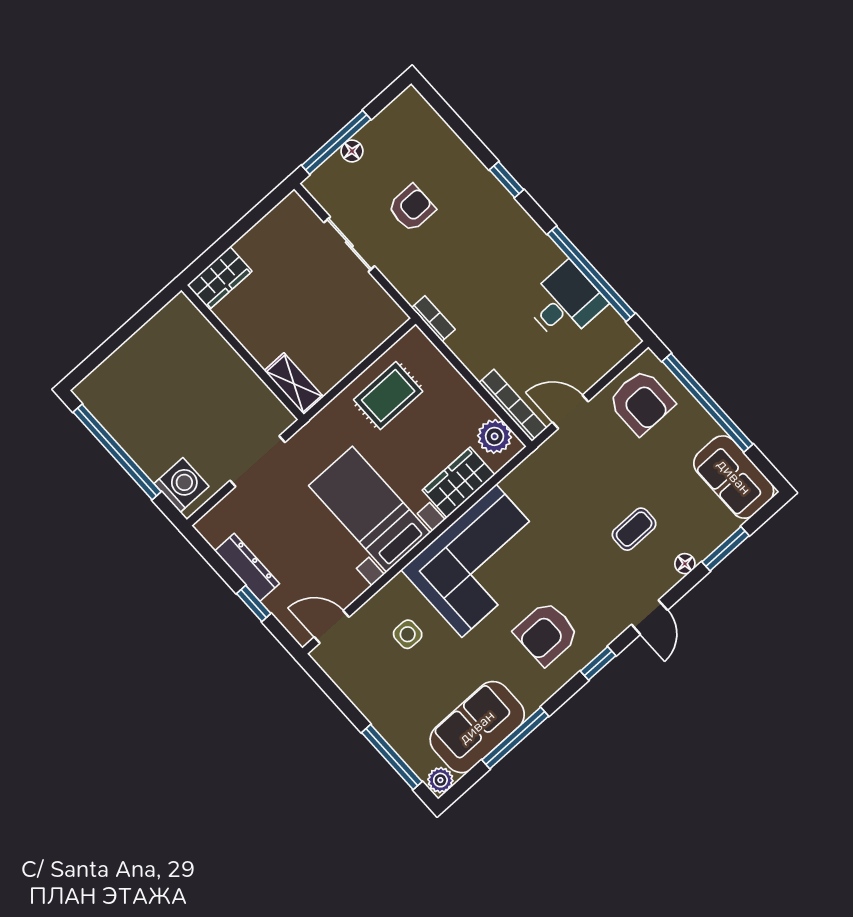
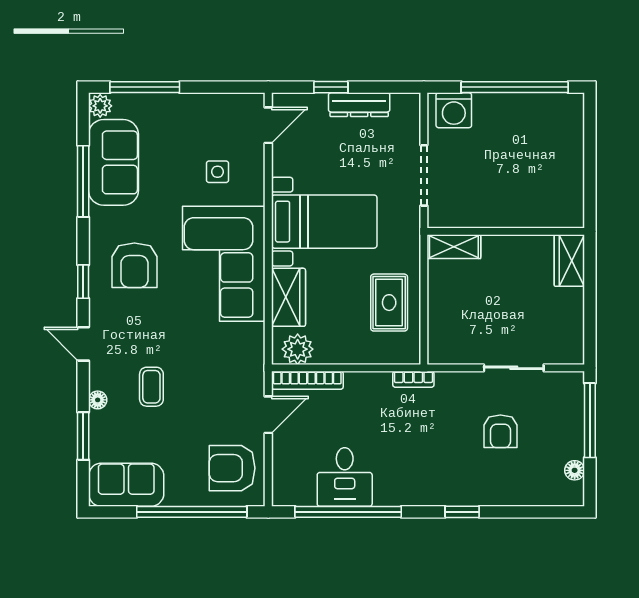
floor lamp: (352, 151) -> (575, 470), moved
armchair: (546, 633) -> (134, 265), turned 180

